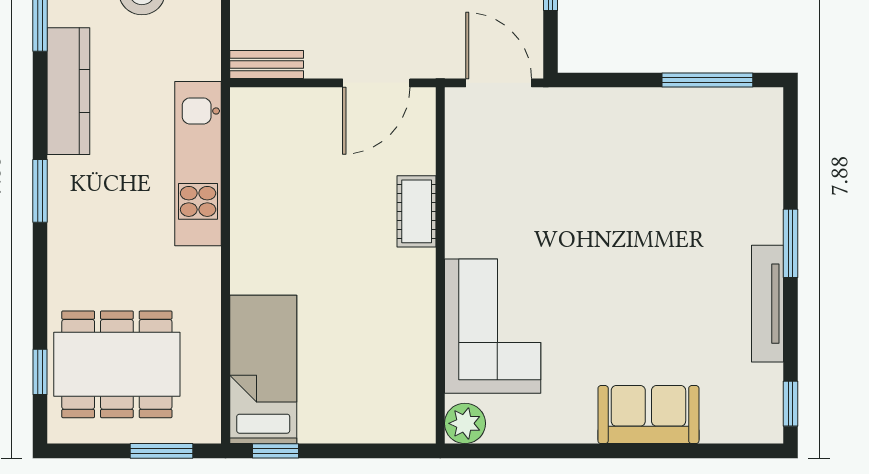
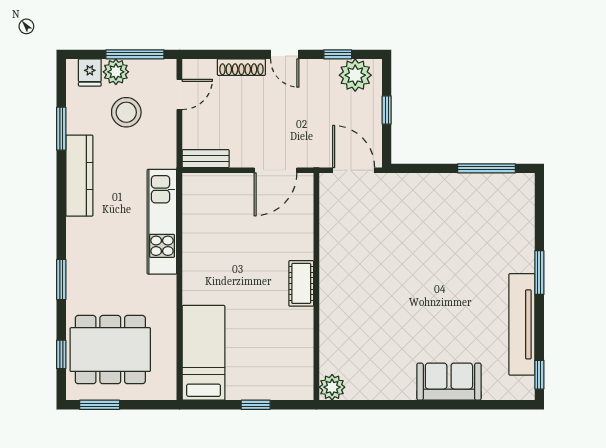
window: (40, 191) -> (61, 280), moved
cot: (417, 211) -> (301, 283), moved
tv unit: (767, 304) -> (522, 324), width x1.36, depth x1.29
corner sofa: (493, 326) -> (350, 325), removed
window: (162, 451) -> (100, 405), moved
window: (275, 451) -> (256, 405), moved

